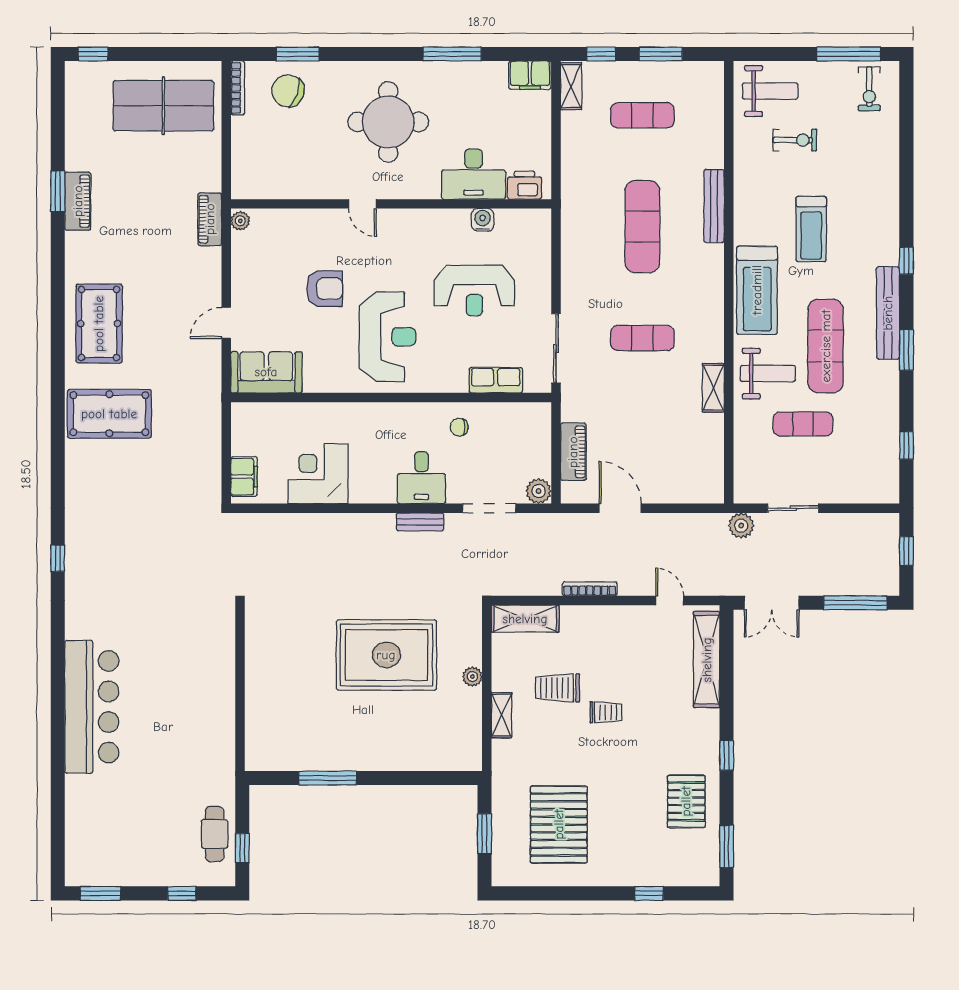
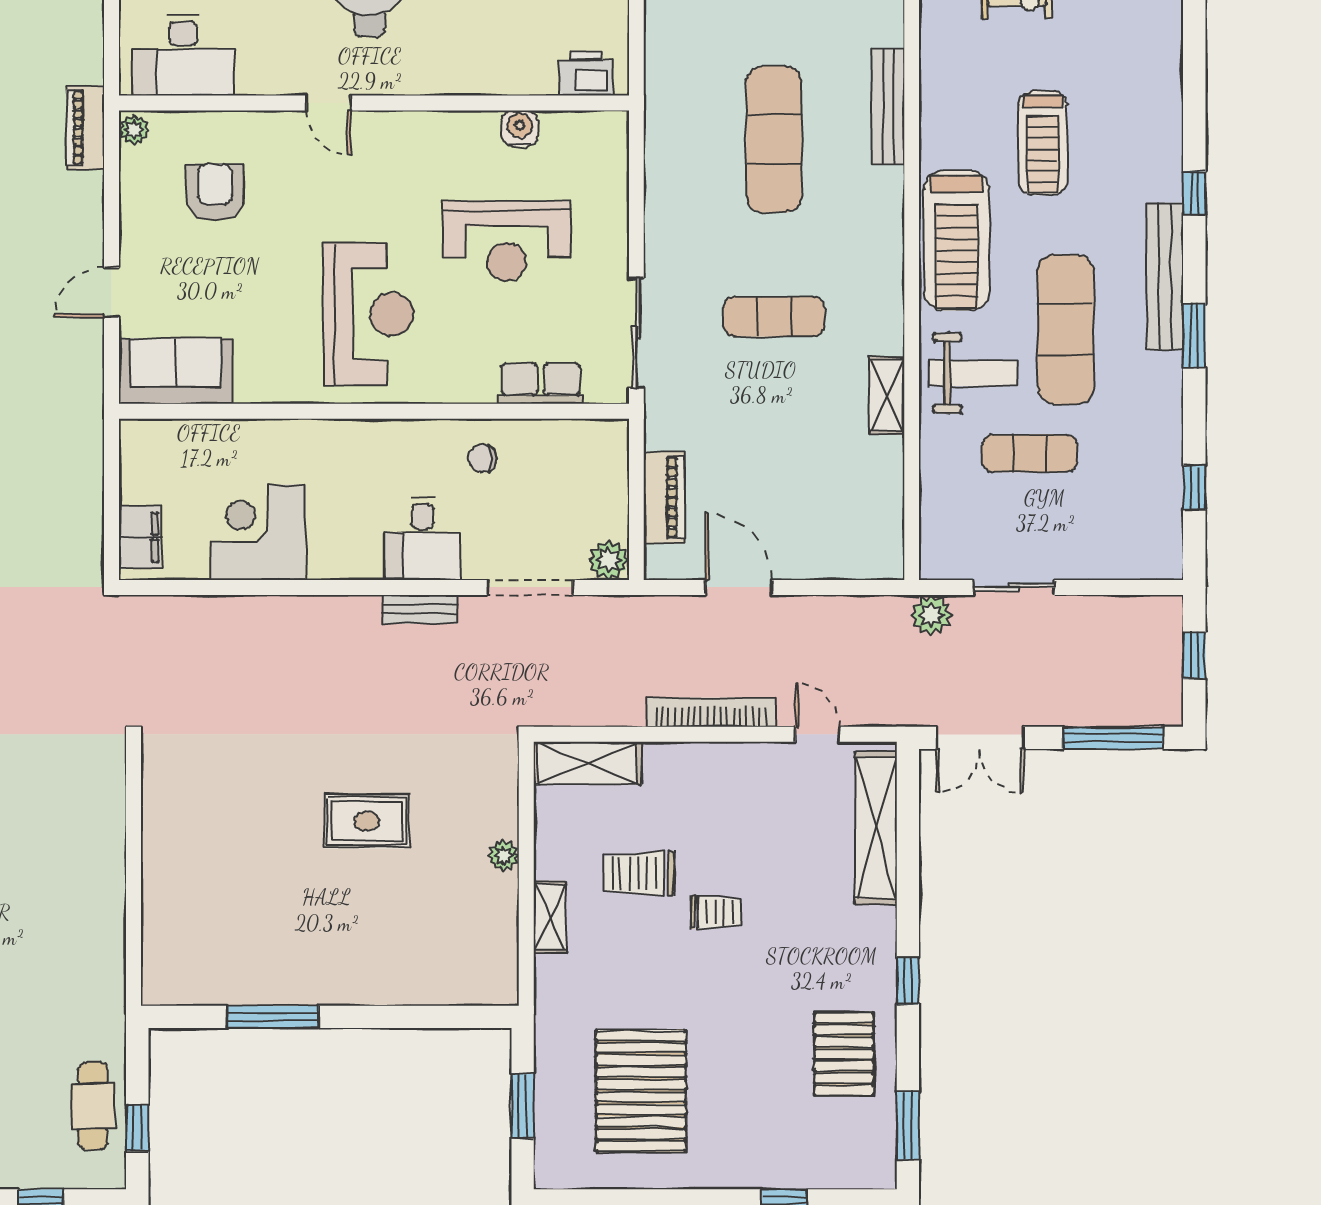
desk: (474, 174) -> (183, 56), moved
armchair: (325, 289) -> (215, 192), moved, turned -90
bookcase: (590, 589) -> (711, 712), width x1.48, depth x1.31
rug: (386, 655) -> (367, 821), width x0.54, depth x0.49

